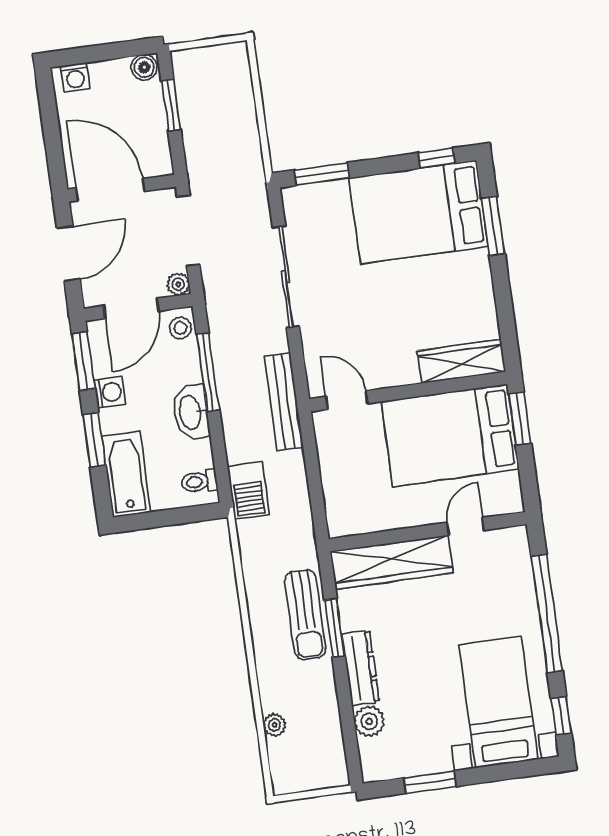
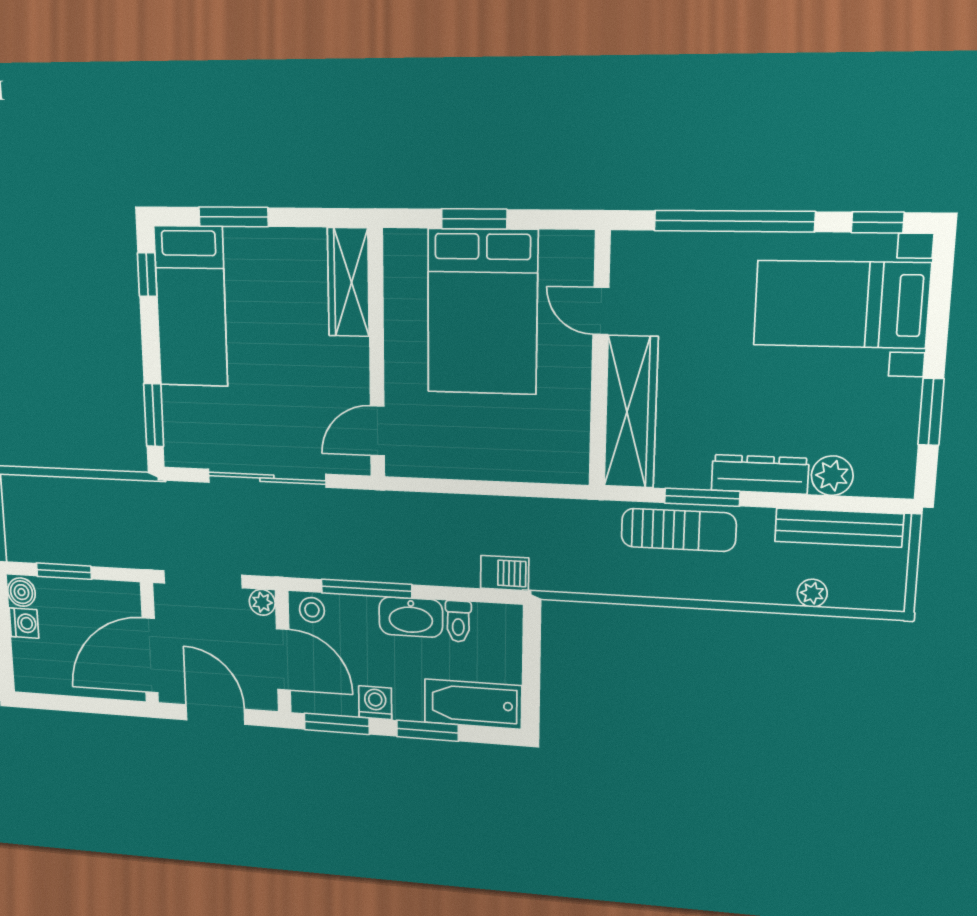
washing machine: (75, 77) -> (24, 623), moved
bed: (419, 212) -> (191, 307), width x0.67
wardrobe: (461, 361) -> (348, 282), moved
wall: (408, 391) -> (377, 354), moved
door: (347, 400) -> (377, 431), moved
bench: (284, 402) -> (839, 528), moved
toilet: (199, 481) -> (458, 621), moved
barbecue: (248, 491) -> (505, 573), width x0.73, depth x0.79

